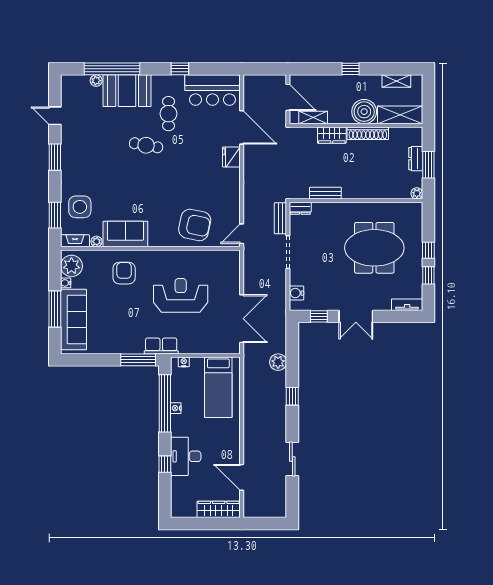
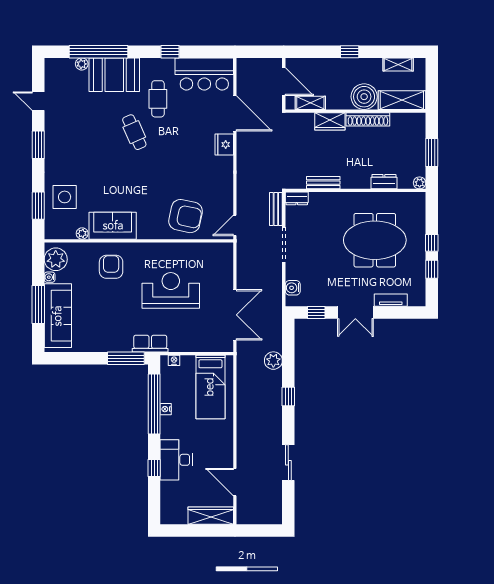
cafe table: (146, 145) -> (134, 132), turned 56
dresser: (416, 159) -> (384, 182), moved, turned 90
fireplace: (75, 241) -> (59, 233), removed
tv unit: (407, 305) -> (391, 300), moved

